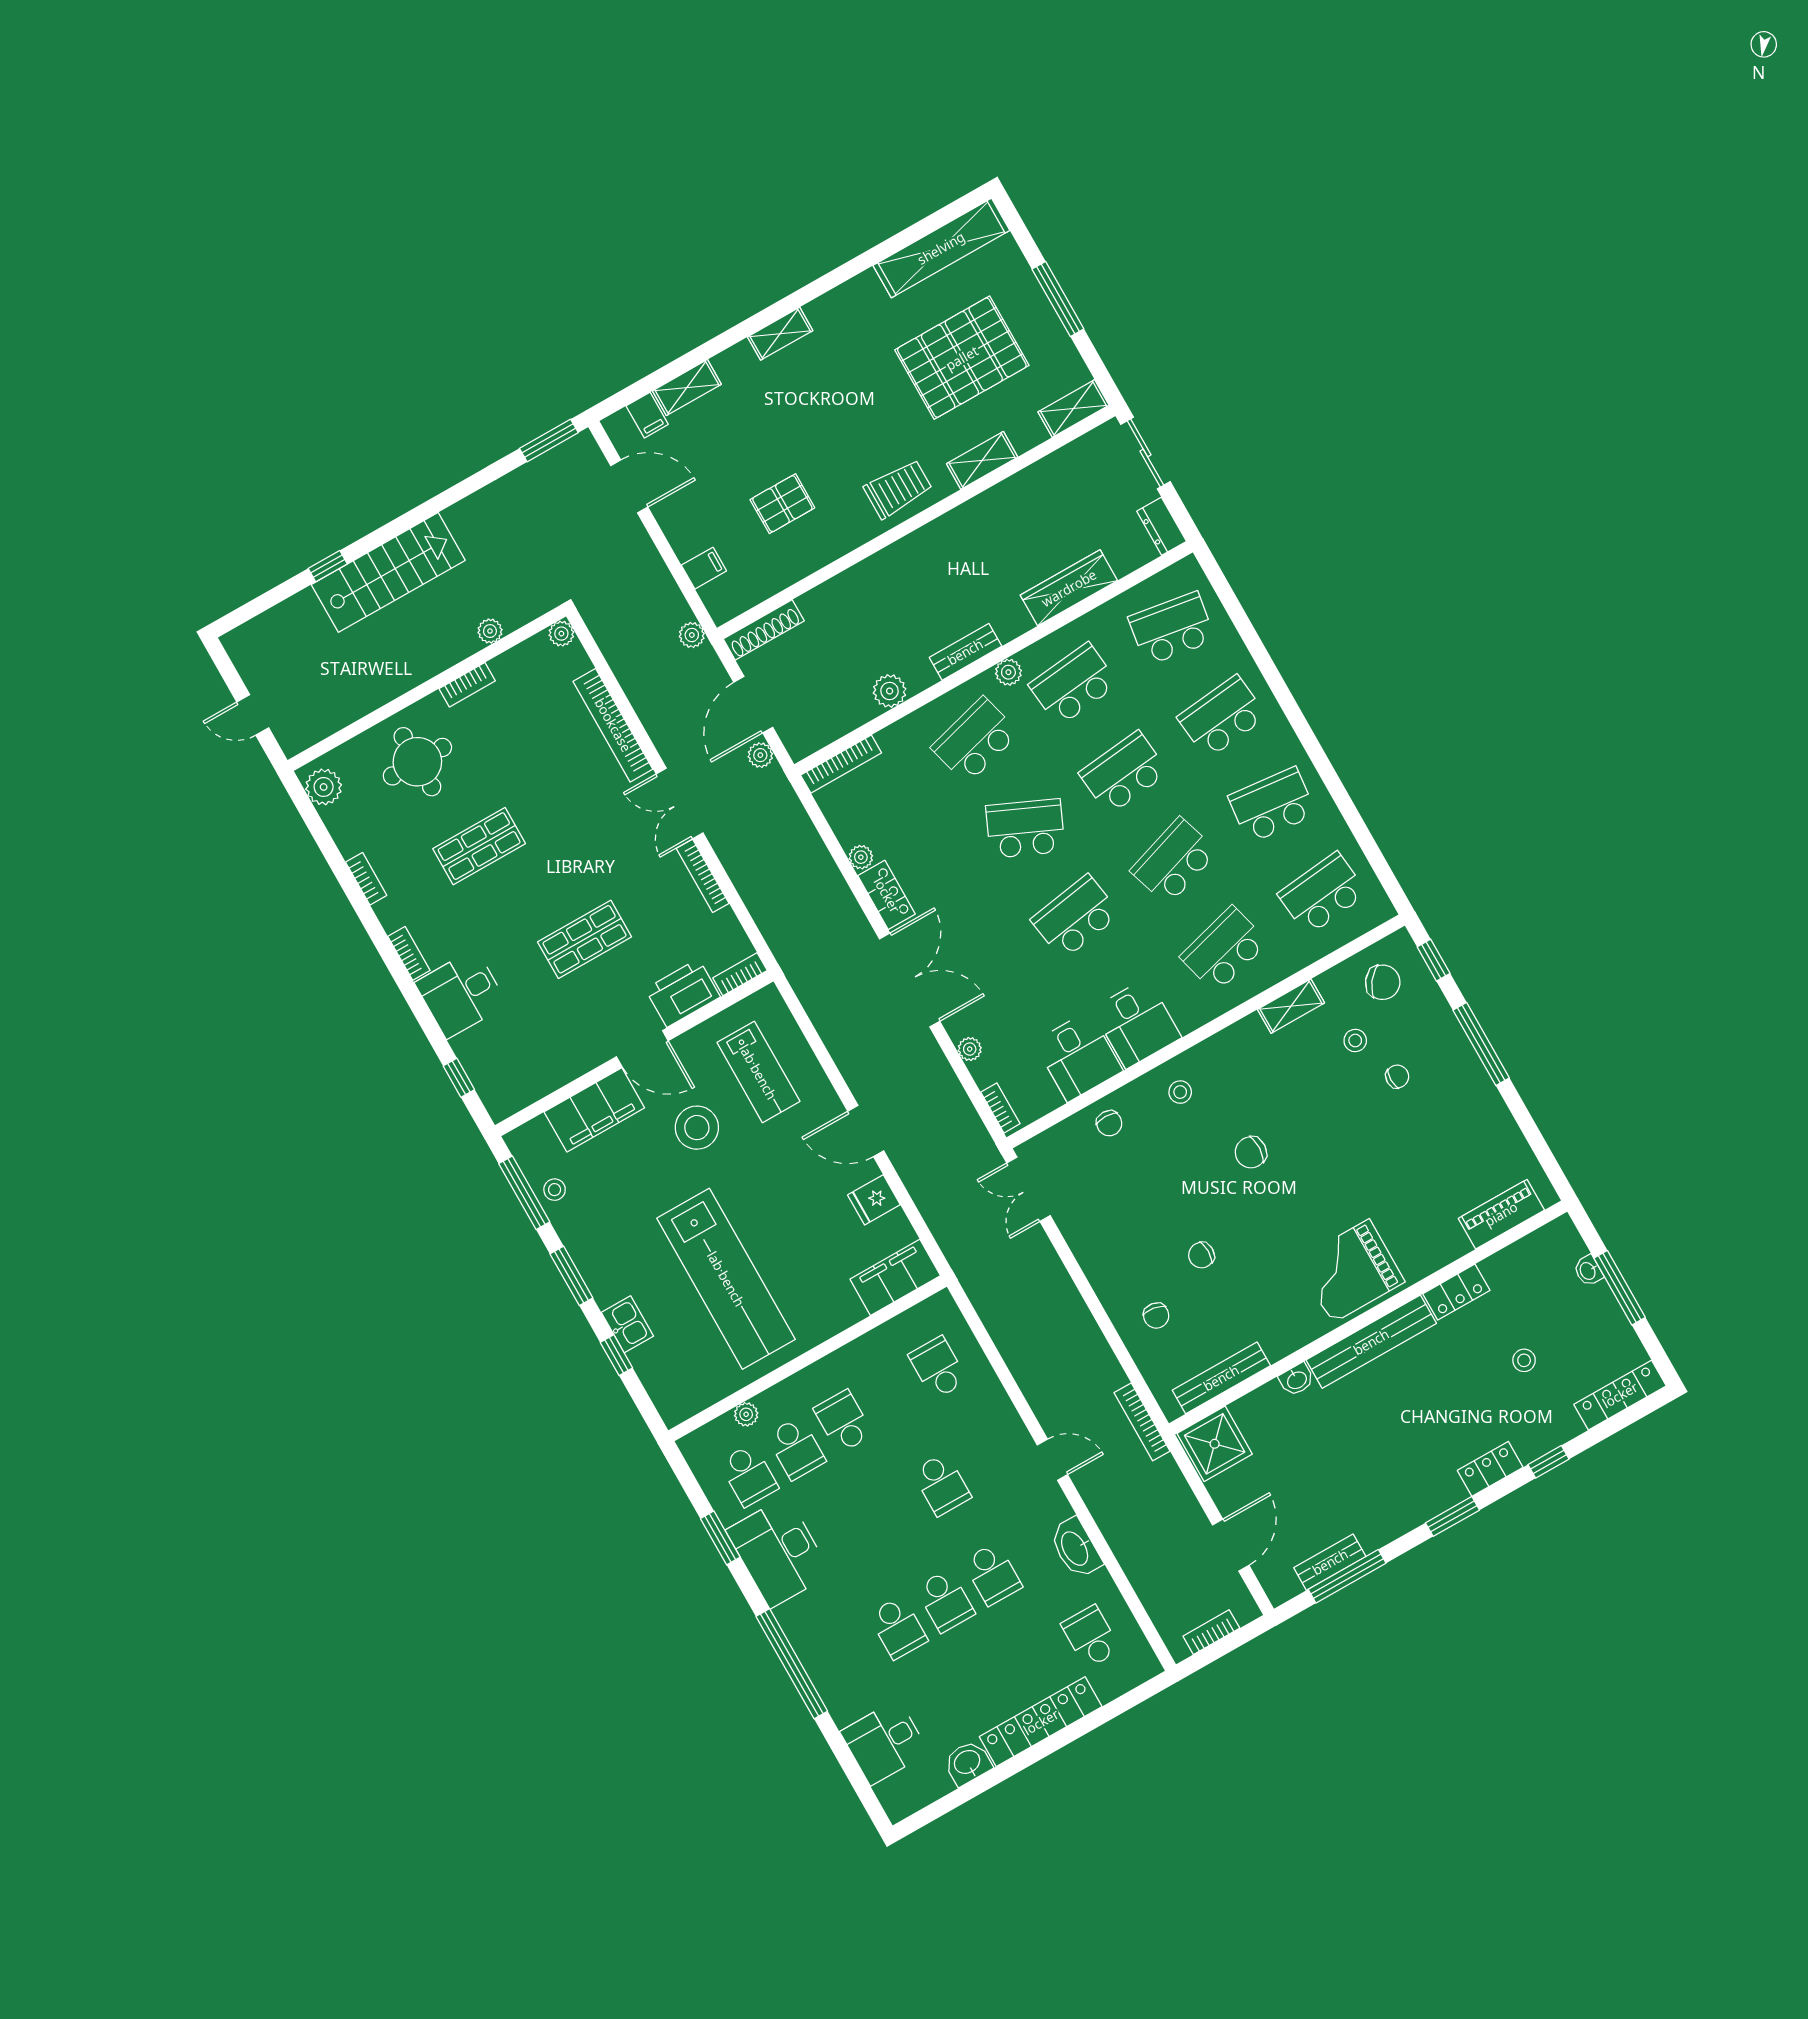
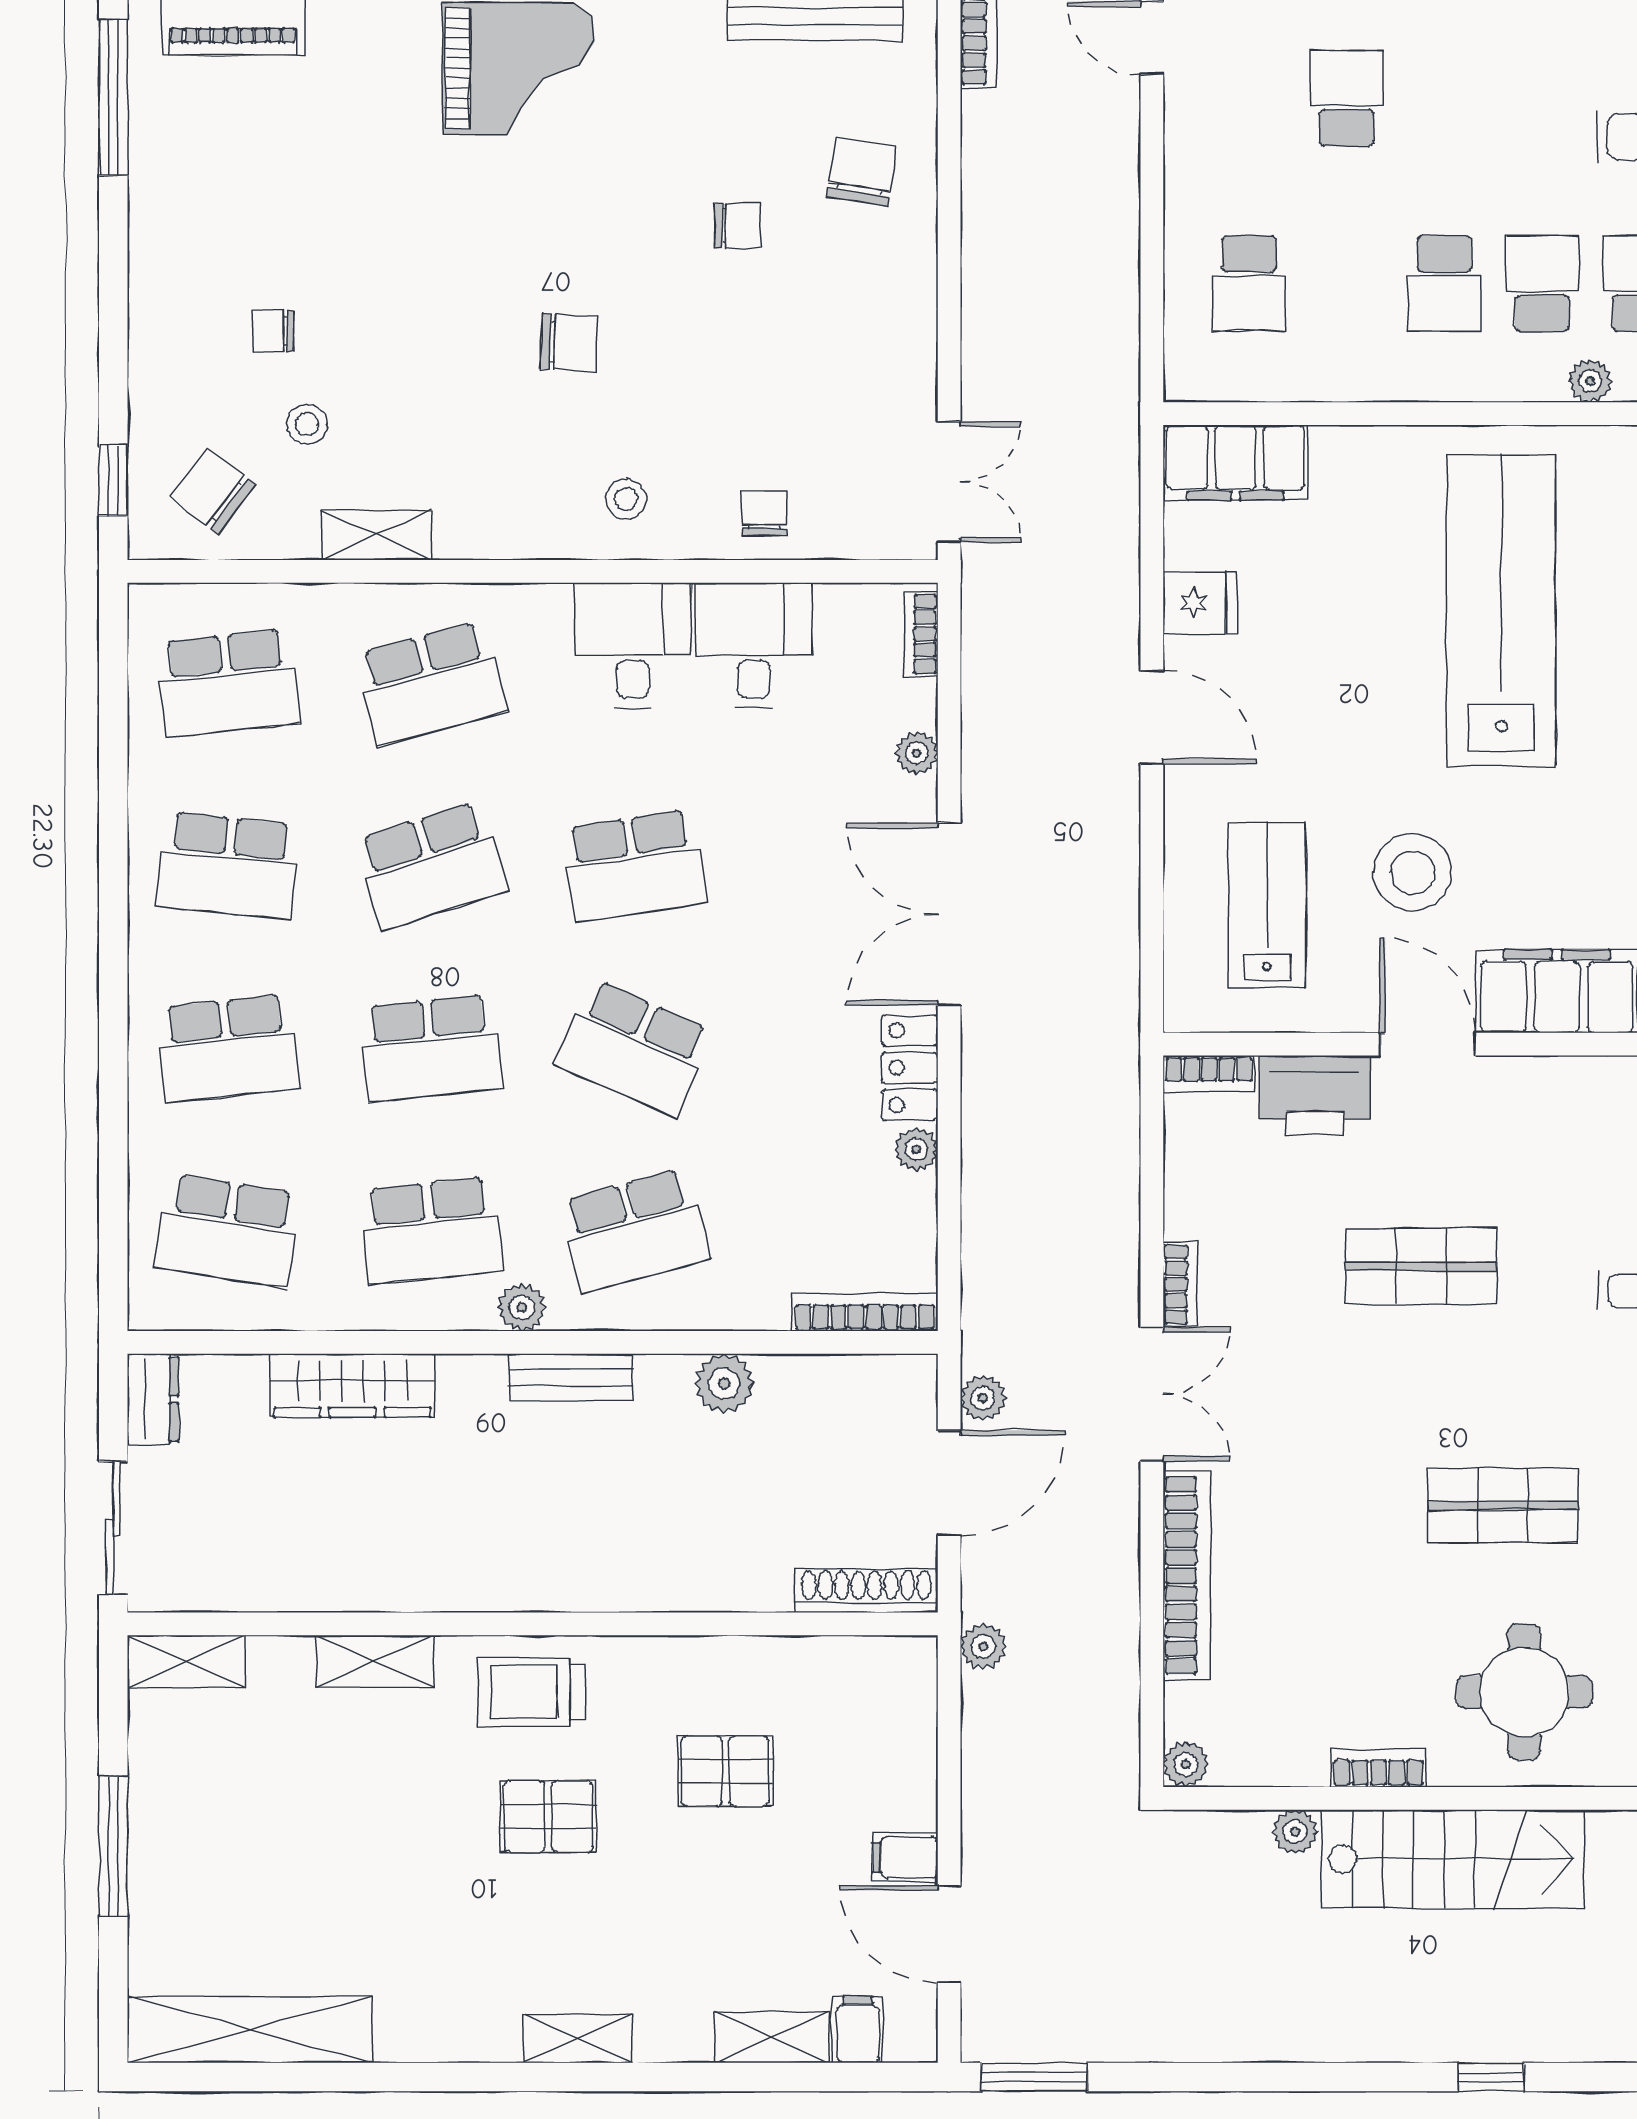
pallet: (962, 358) -> (548, 1816), moved, width x0.49, depth x0.50
filing cabinet: (704, 568) -> (905, 1857), moved
stairs: (388, 572) -> (1453, 1859), moved, turned 180
bookcase: (703, 876) -> (1180, 1284), width x0.64
window: (1481, 1044) -> (113, 97), moved
chair: (1156, 1316) -> (862, 171), width x1.37, depth x1.37

